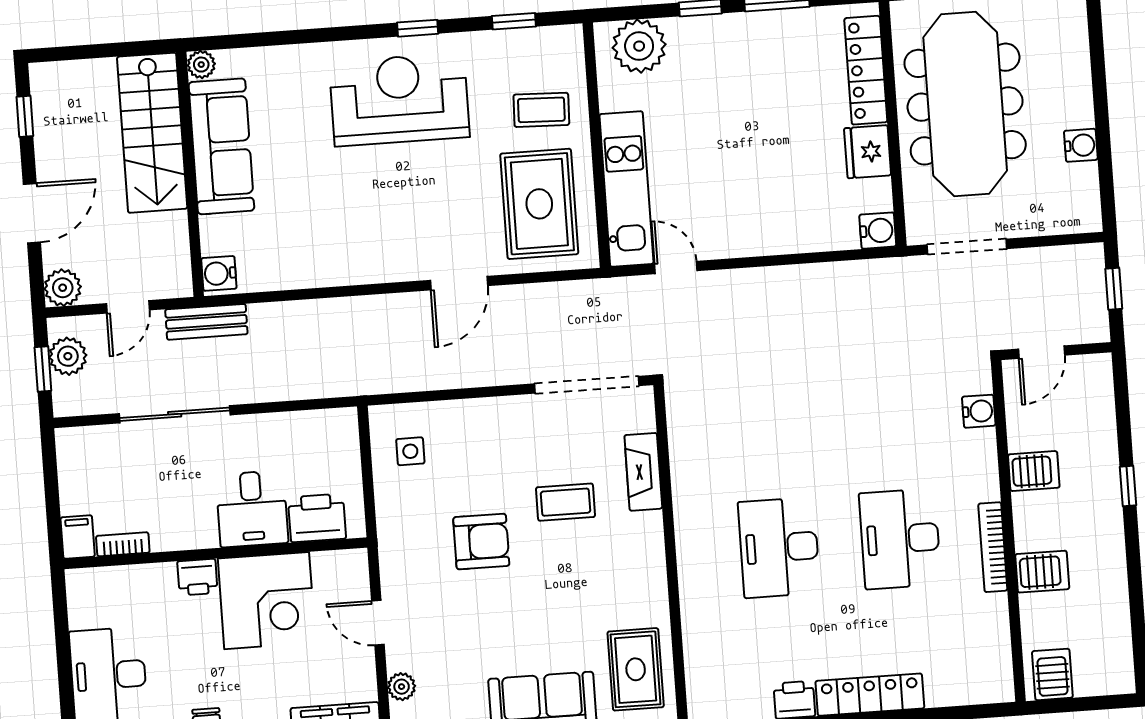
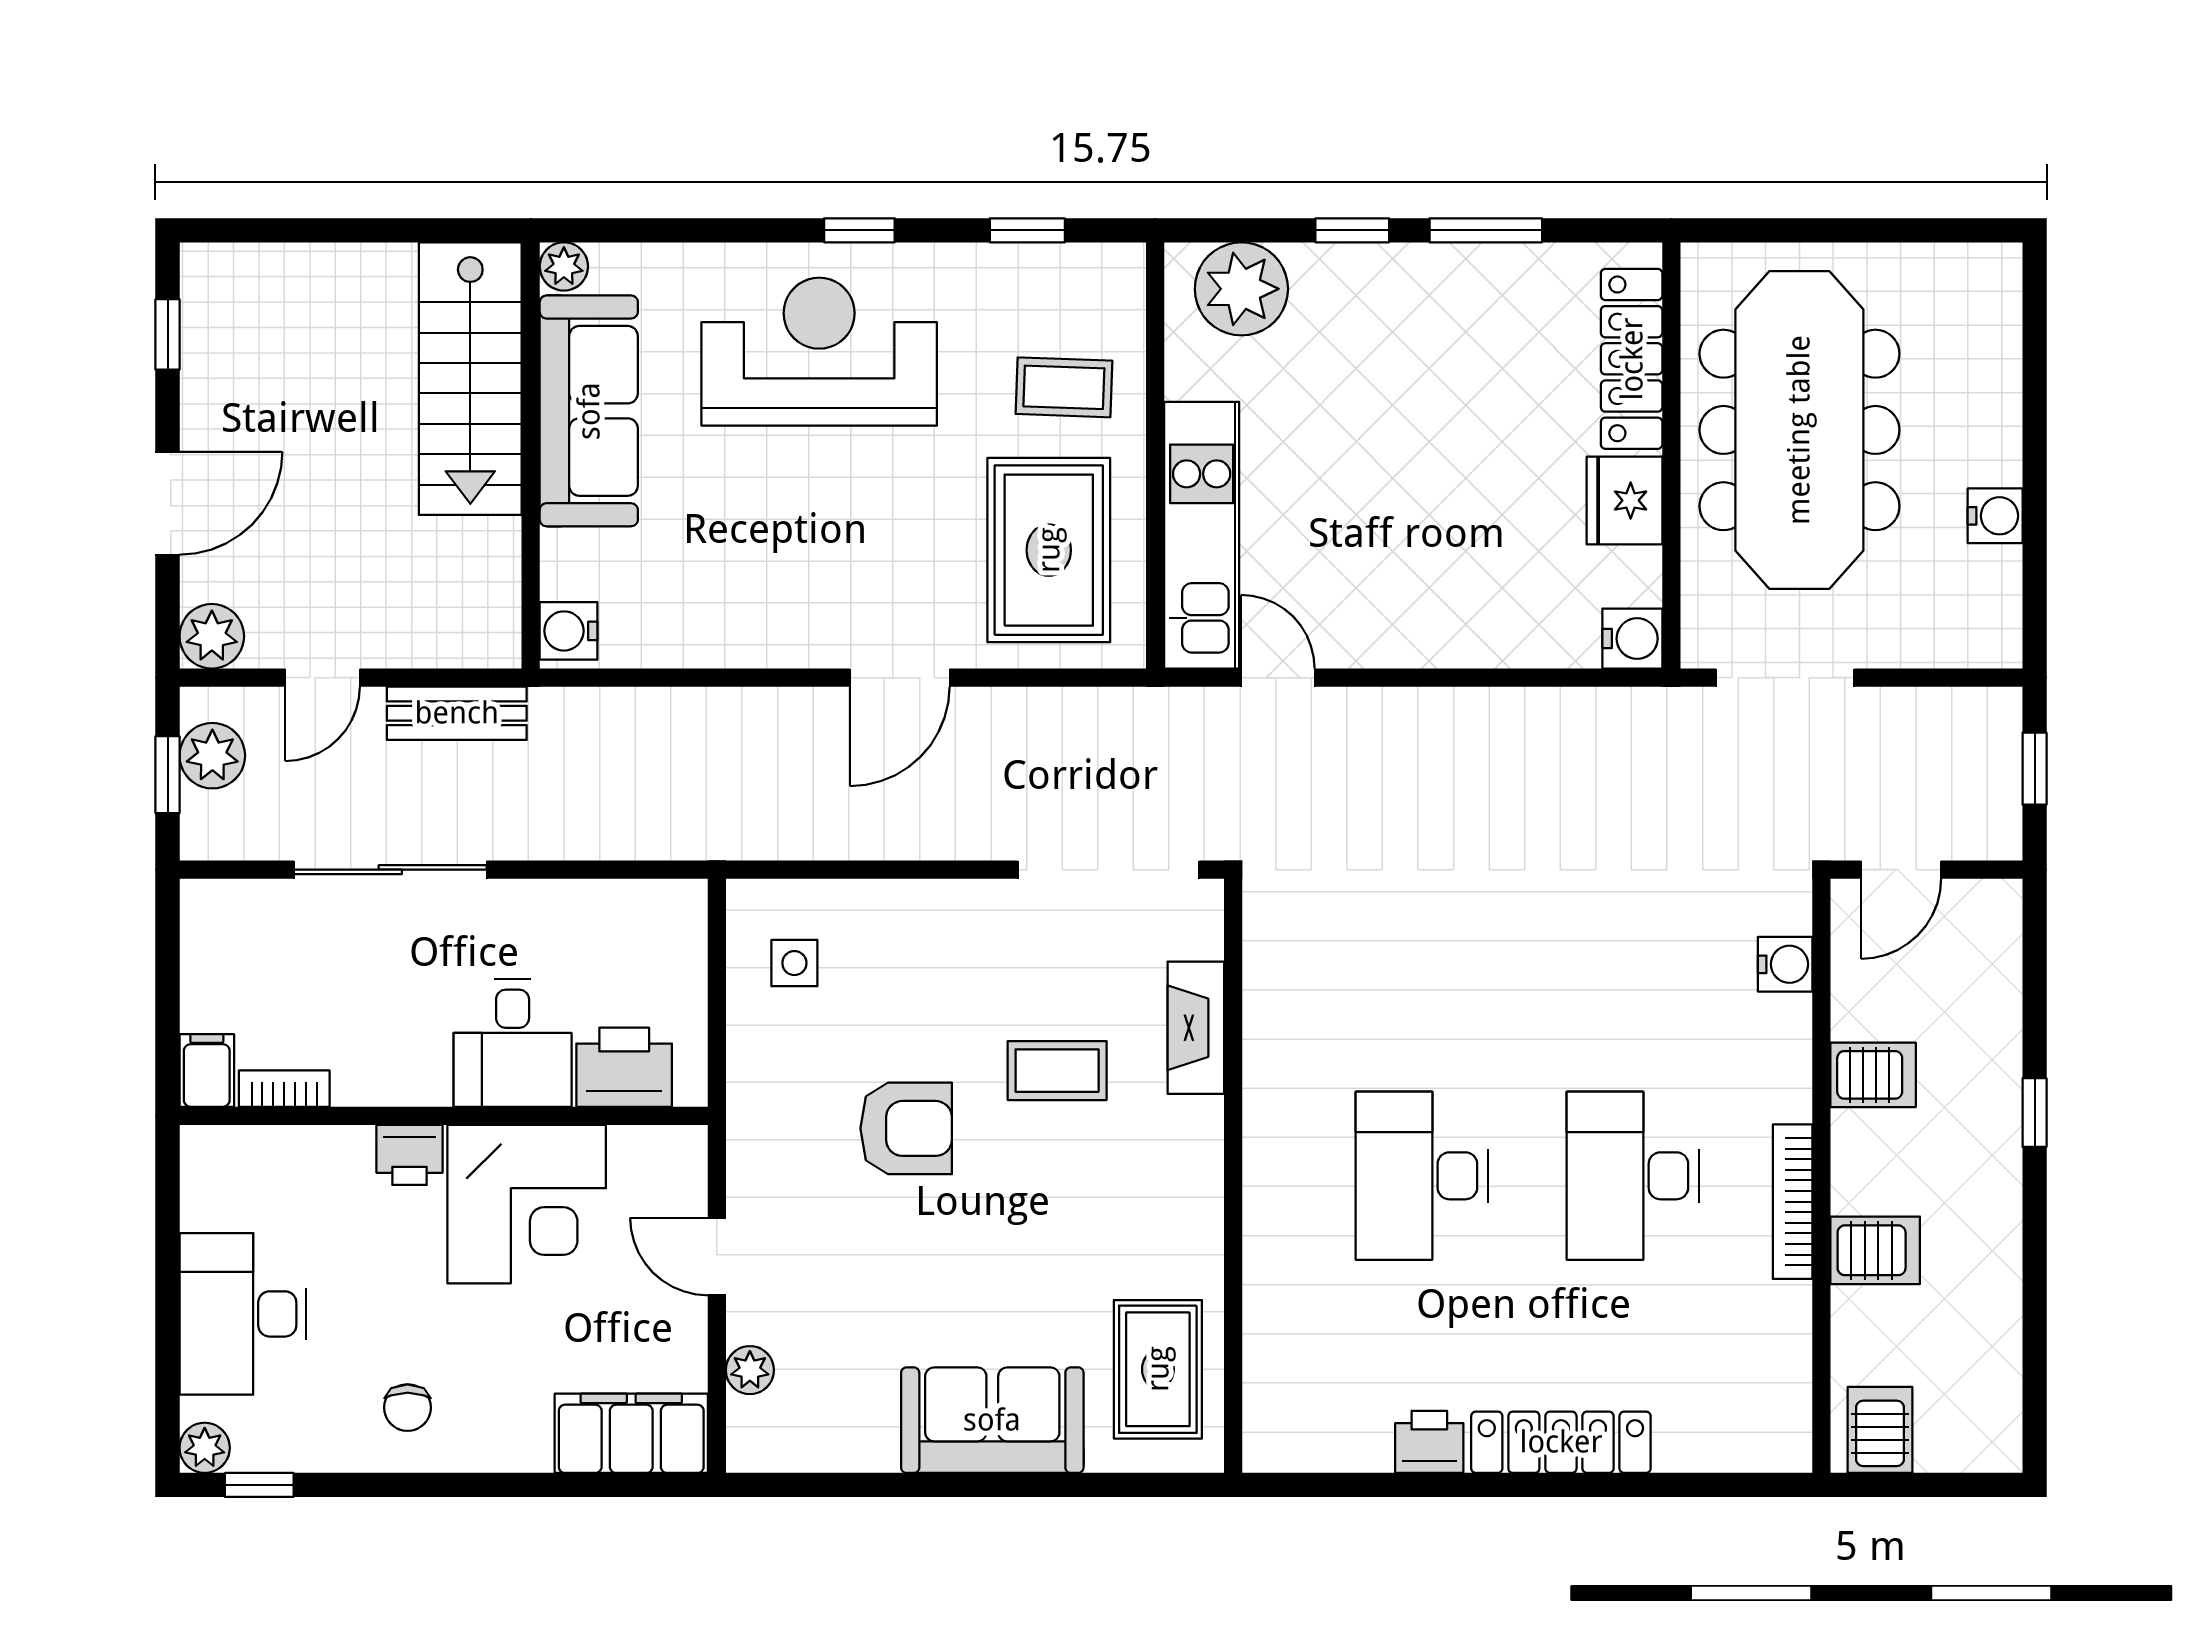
plant: (201, 65) -> (564, 266), moved
stairs: (152, 133) -> (470, 379), moved
sofa: (221, 146) -> (589, 411), moved
wall: (190, 174) -> (531, 455), moved
water cooler: (219, 273) -> (569, 631), moved

